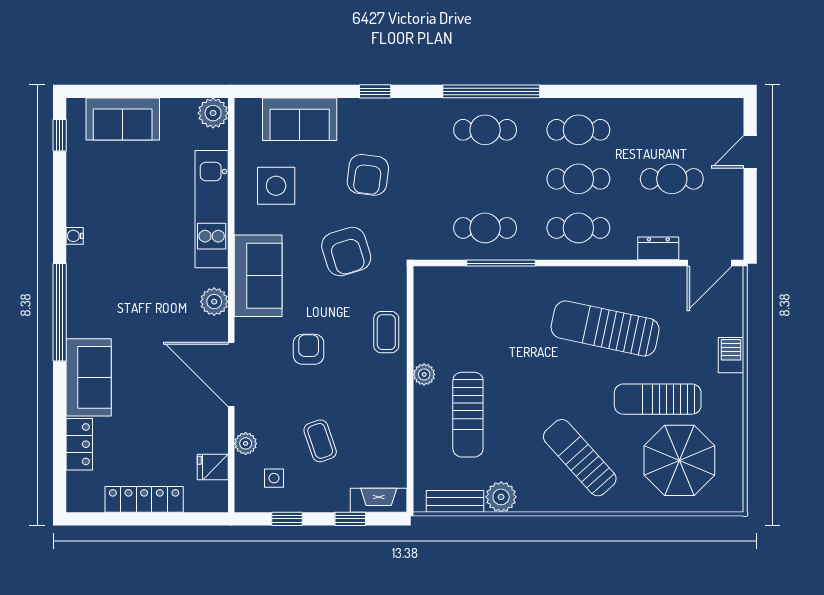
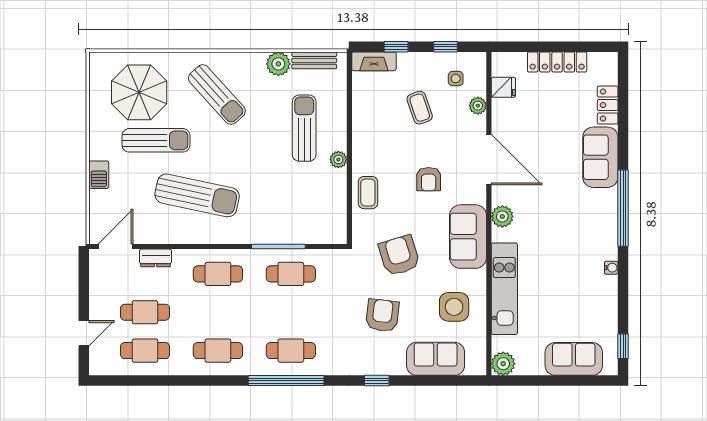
cafe table: (578, 179) -> (145, 351), moved

